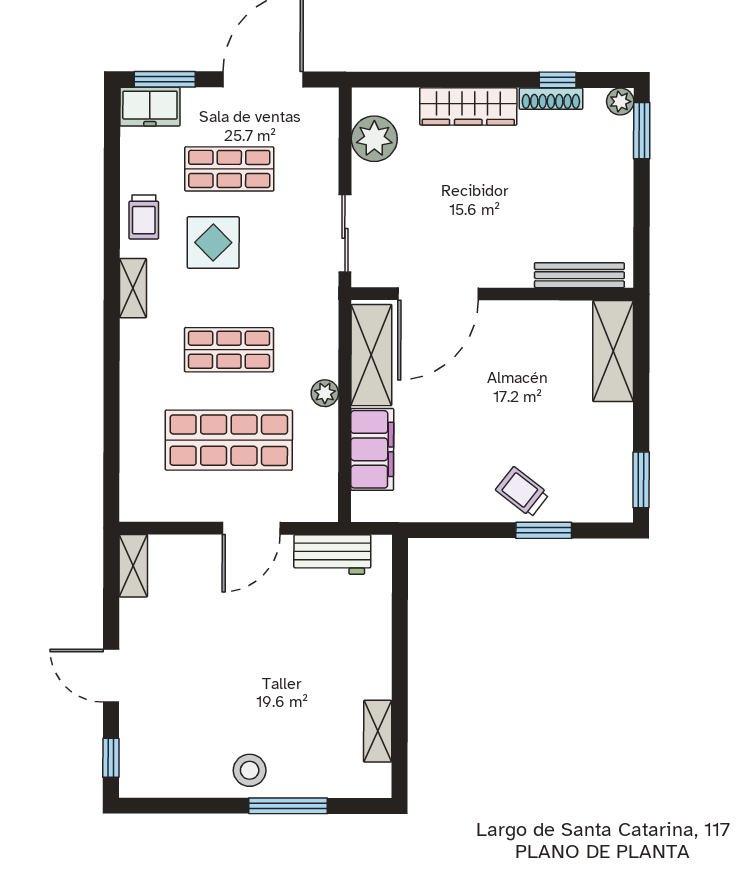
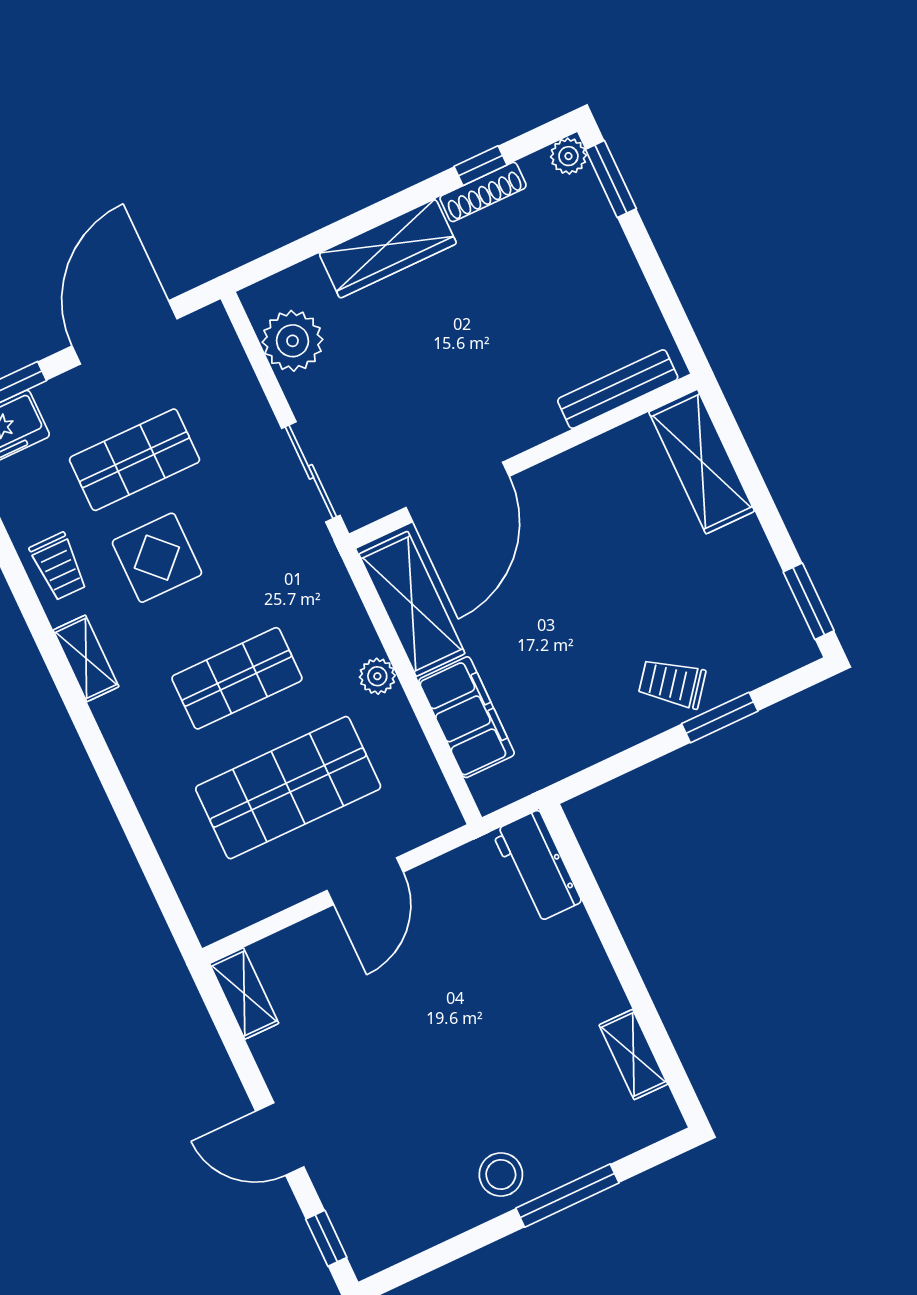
workbench: (332, 554) -> (537, 867), moved, turned 90

